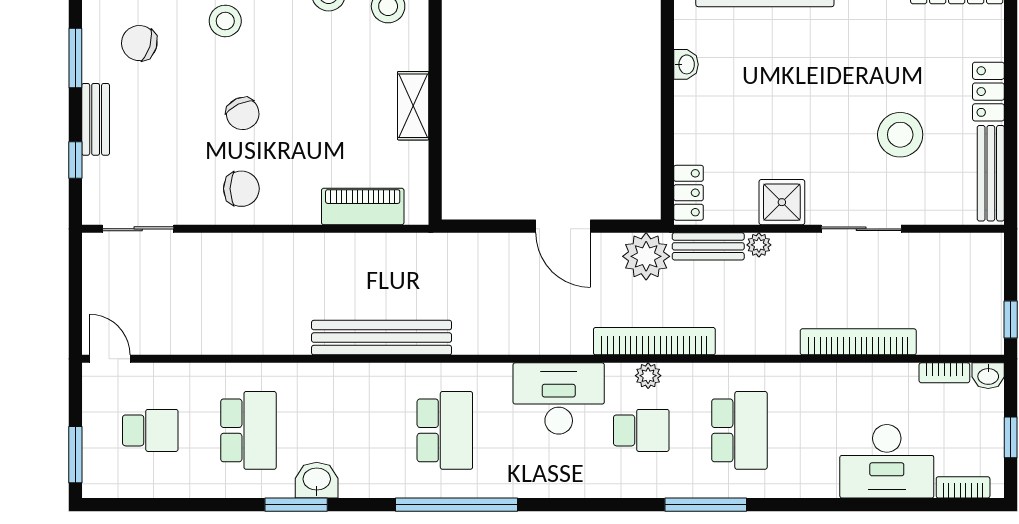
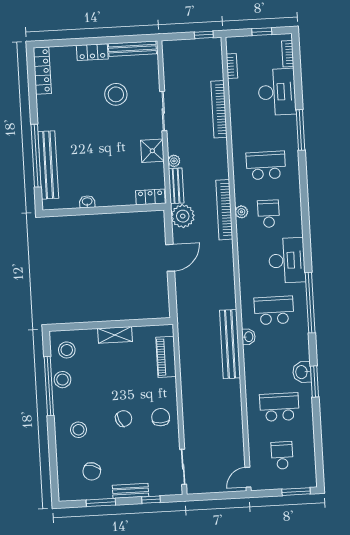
washbasin: (988, 376) -> (248, 337), moved
desk: (559, 398) -> (287, 260), moved, turned 180
window: (706, 505) -> (300, 130), moved

